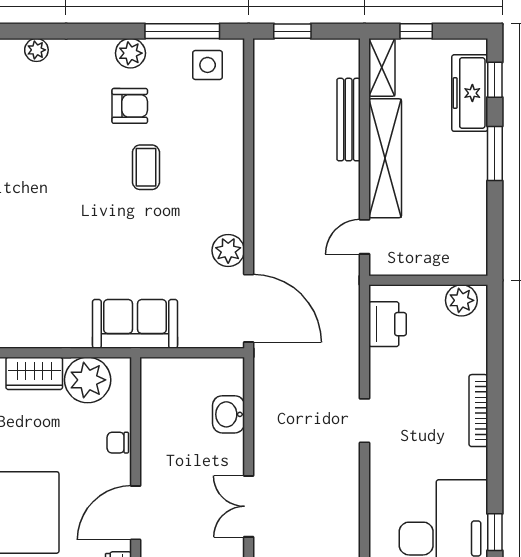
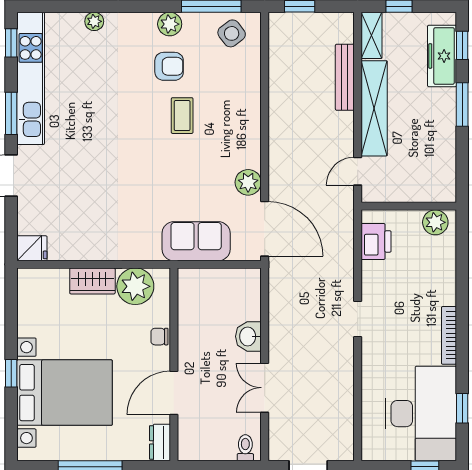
side table: (208, 65) -> (232, 33), turned -37
sofa: (135, 324) -> (196, 241), moved
bookcase: (478, 411) -> (449, 335), moved
washbasin: (229, 414) -> (248, 336), moved

